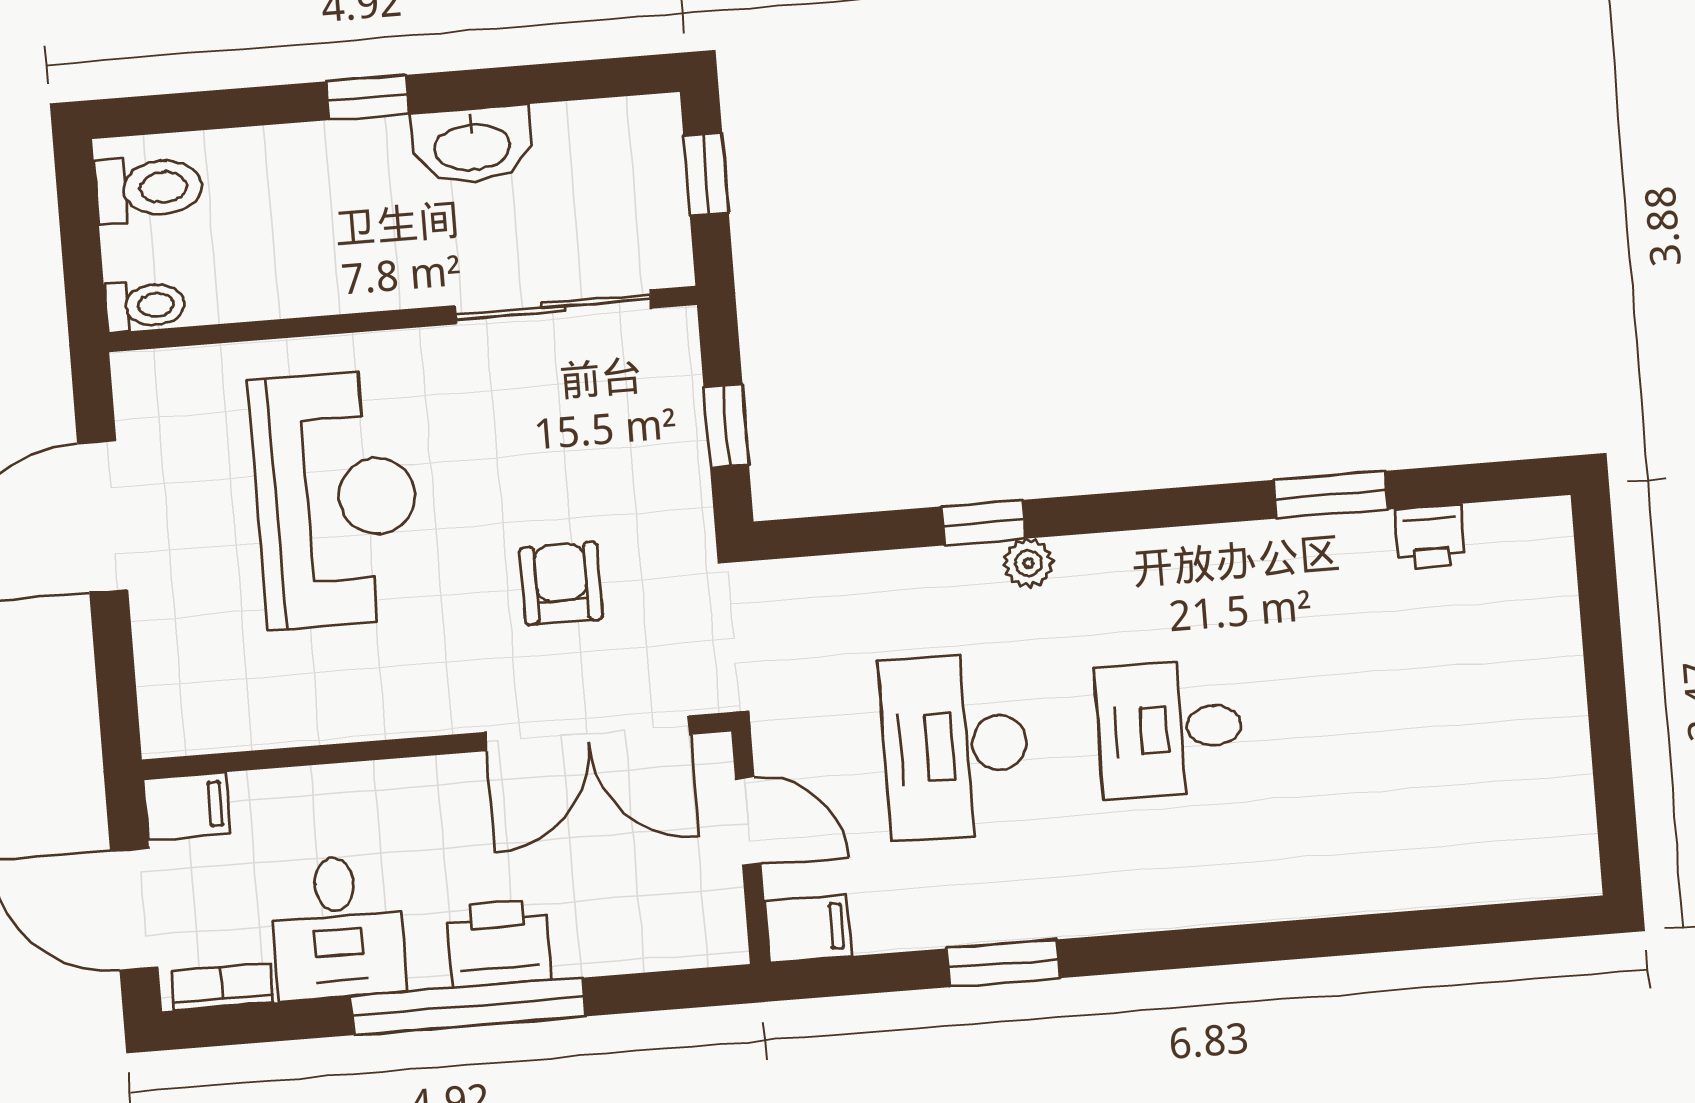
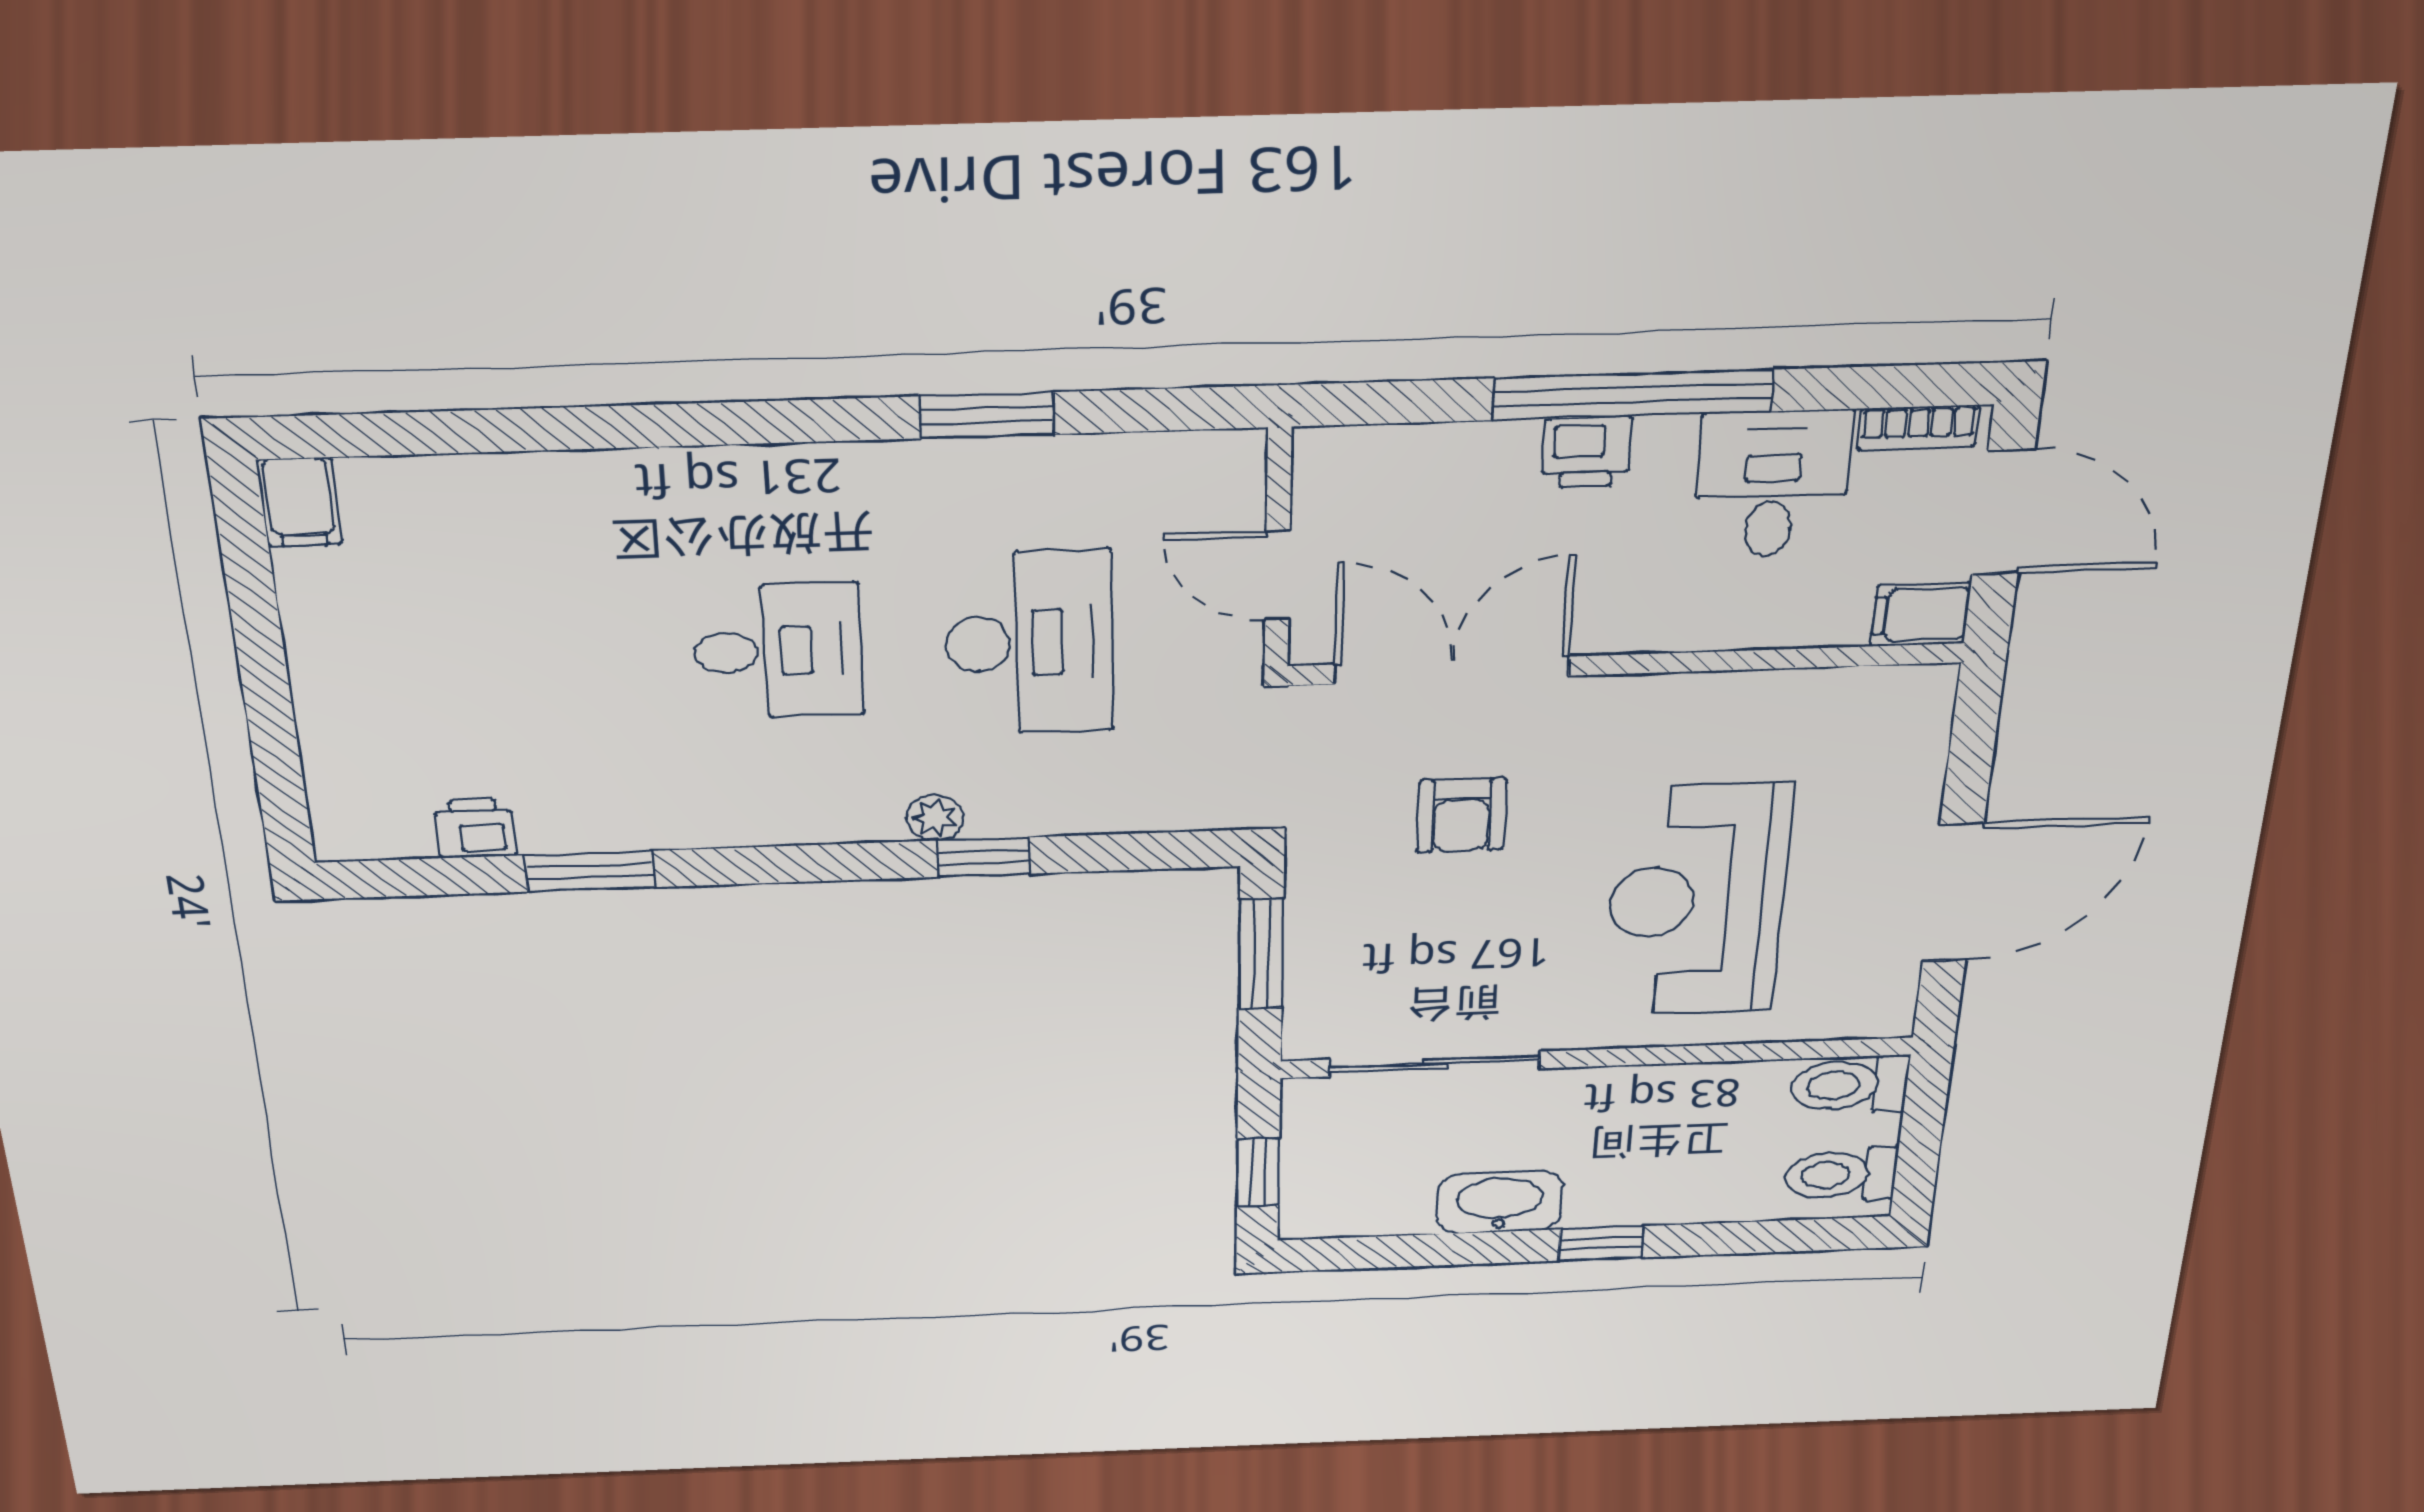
toilet: (145, 306) -> (1850, 1085), width x1.37, depth x1.39
window: (726, 426) -> (1261, 954), width x1.50
filing cabinet: (808, 928) -> (299, 502), moved, turned -90
printer: (499, 943) -> (1587, 452), width x0.73, depth x0.81

